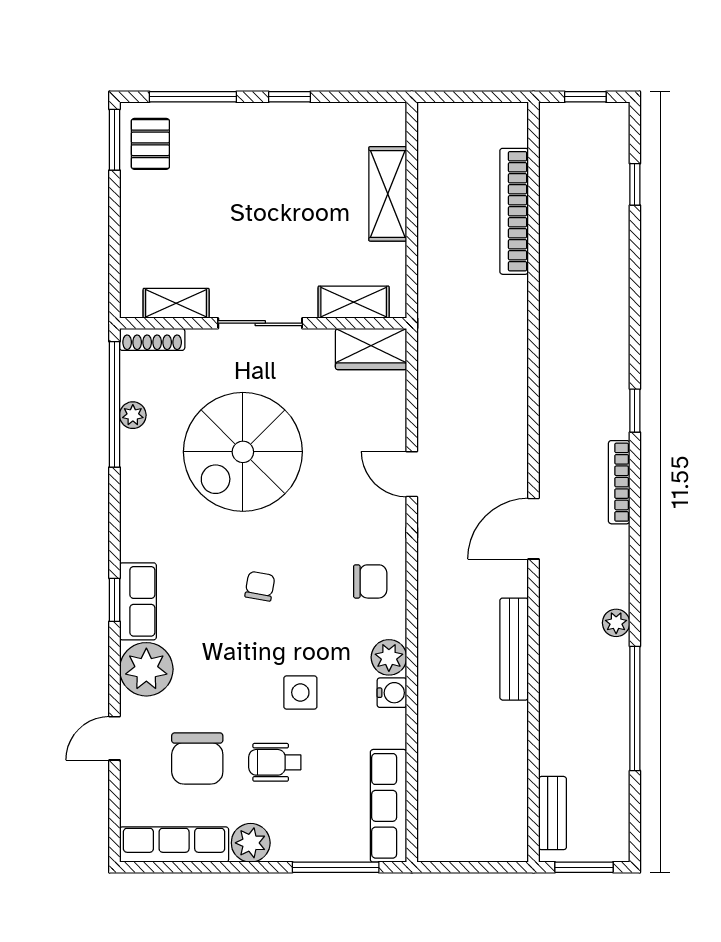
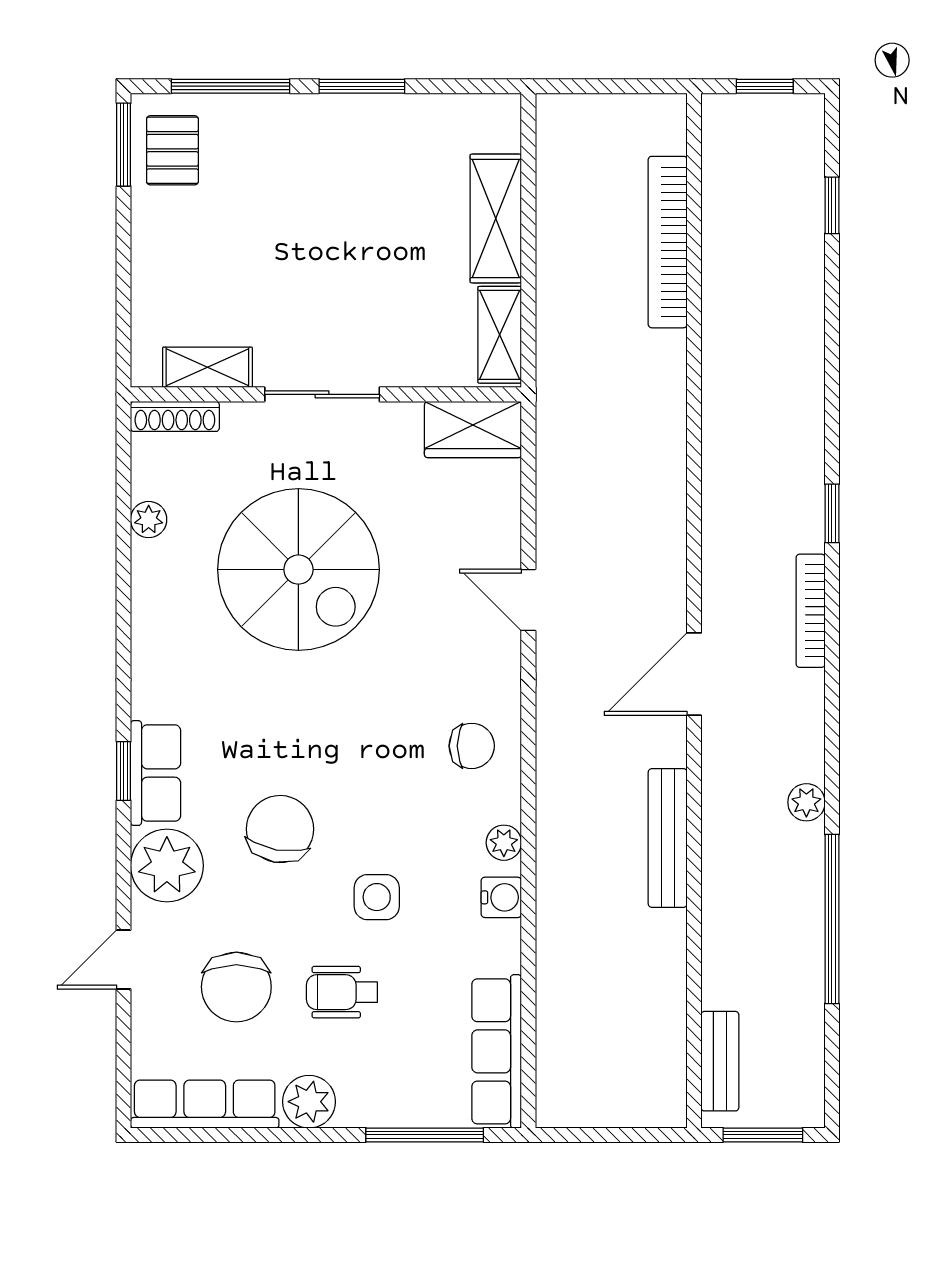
window: (289, 97) -> (362, 86), width x1.50
shelving: (354, 302) -> (500, 335), moved, turned 90
window: (114, 404) -> (124, 505), removed
spiral stairs: (243, 452) -> (298, 570), turned -90
chair: (260, 586) -> (280, 829), moved, width x1.87, depth x1.87
plant: (389, 657) -> (504, 843), width x0.73, depth x0.73

